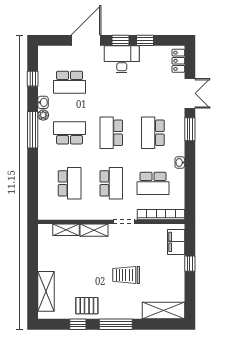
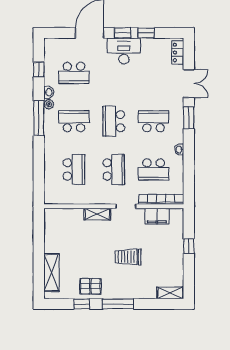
school desk: (153, 133) -> (154, 121), turned 90
shelving: (66, 230) -> (71, 214), removed
filing cabinet: (176, 242) -> (157, 216), moved, turned -90
shelving: (163, 311) -> (170, 293), width x0.67, depth x0.75

